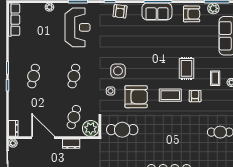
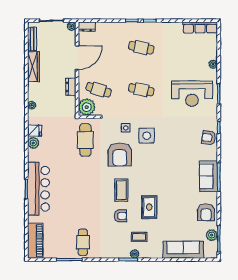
rug: (186, 68) -> (149, 207), turned 90

